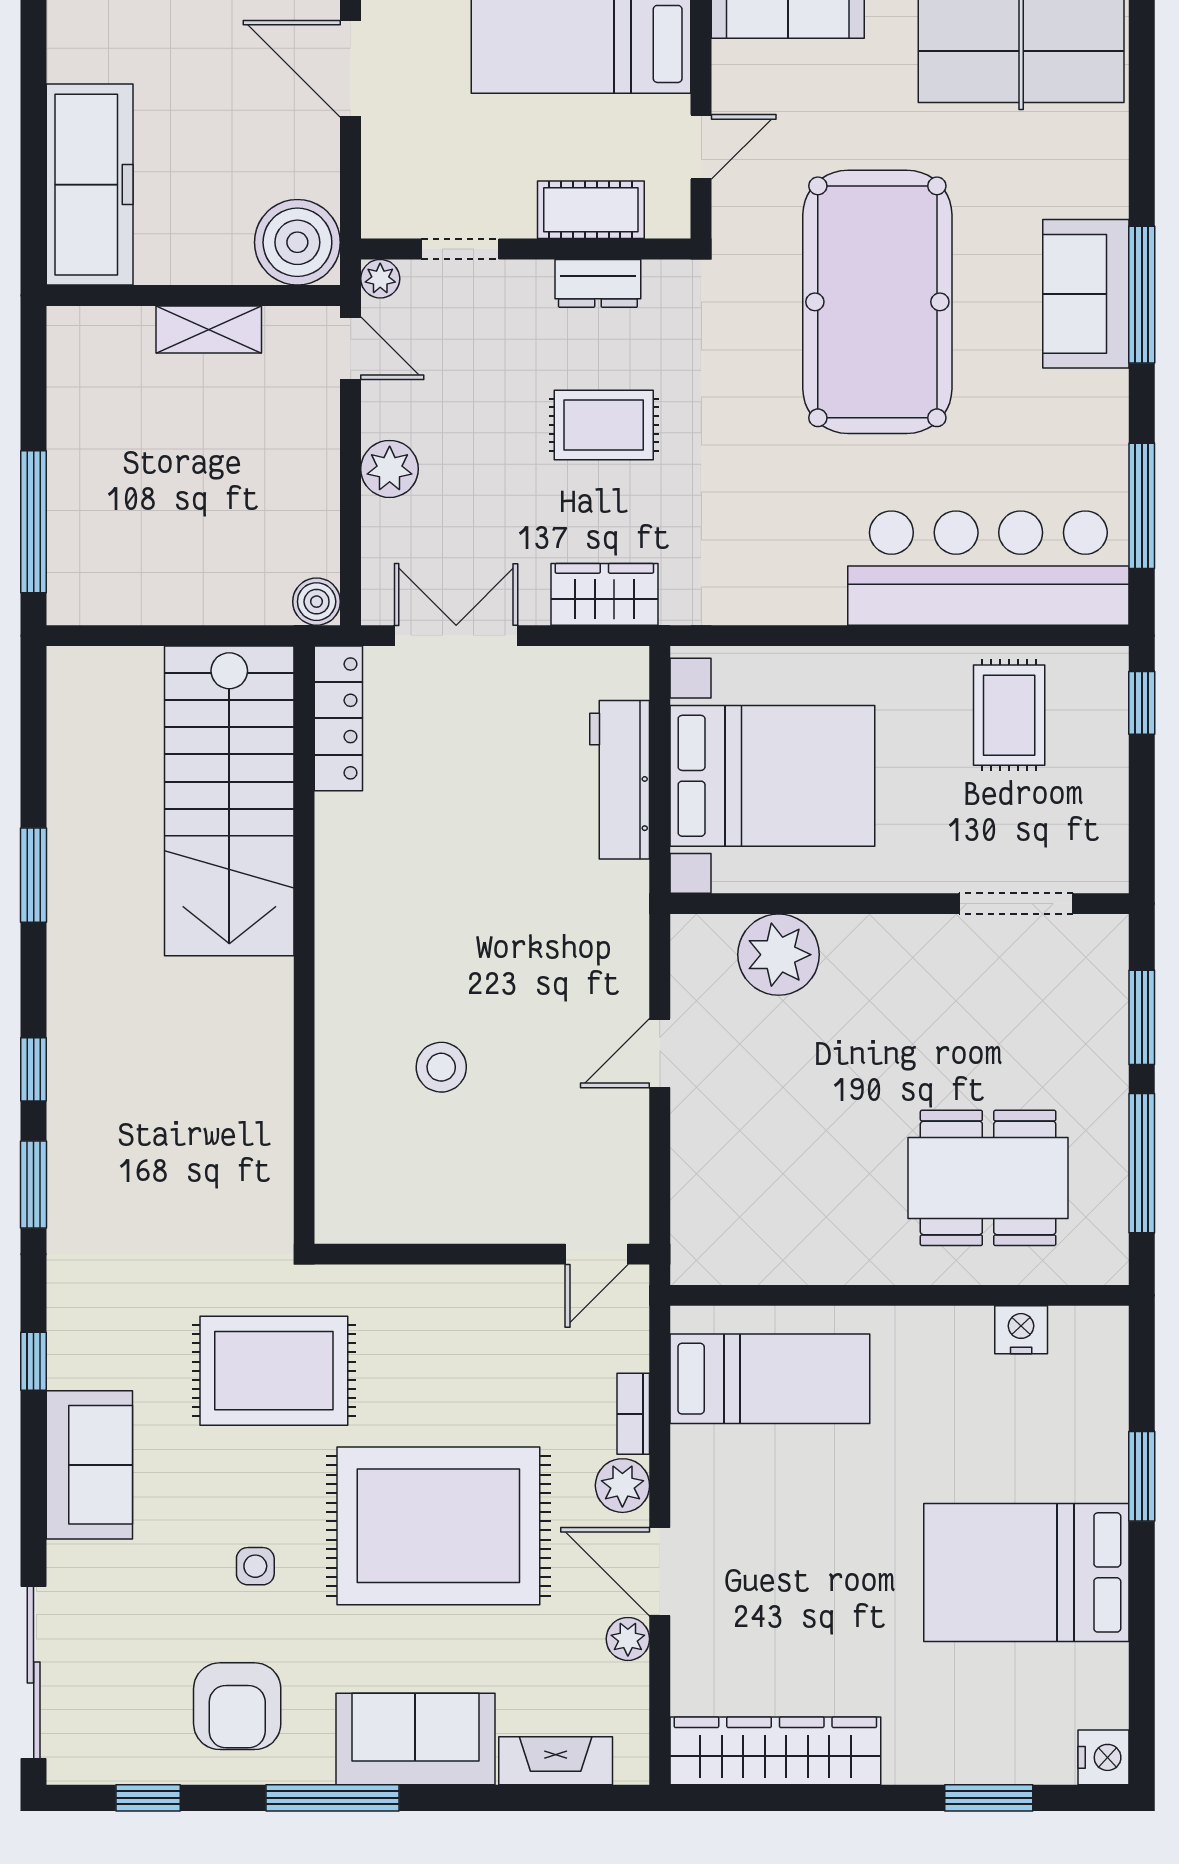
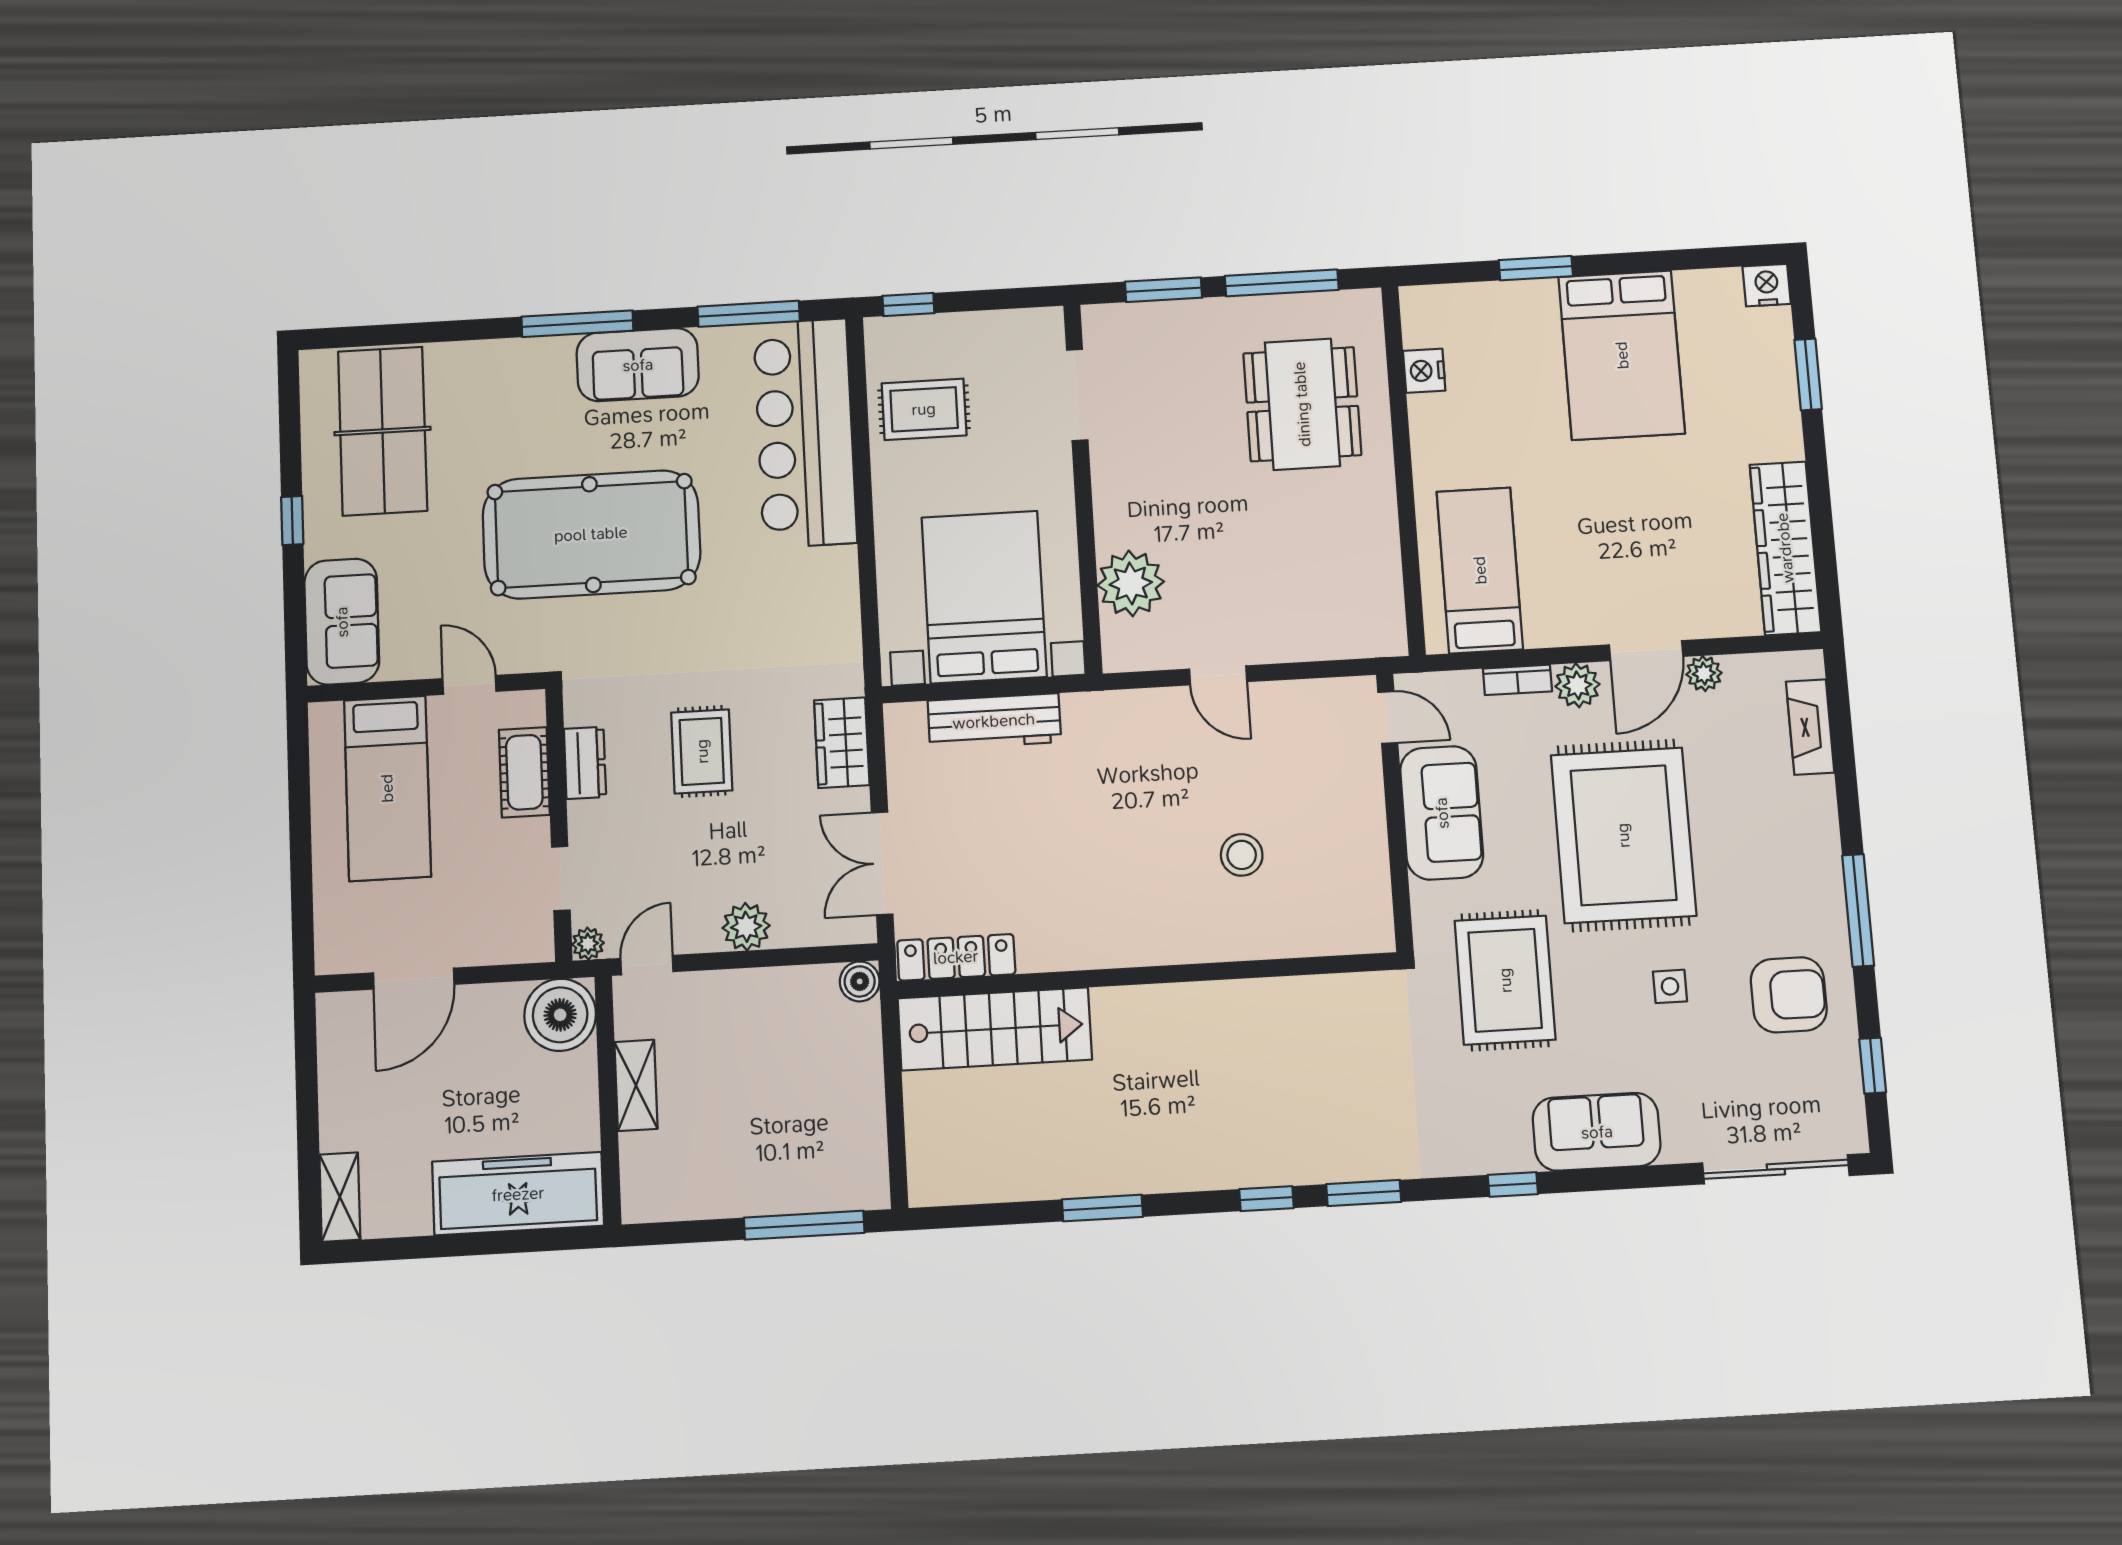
sofa: (1086, 294) -> (638, 365), moved
stairs: (229, 801) -> (995, 1029), width x0.73, depth x0.66
sofa: (415, 1739) -> (1442, 813), moved, turned 180

